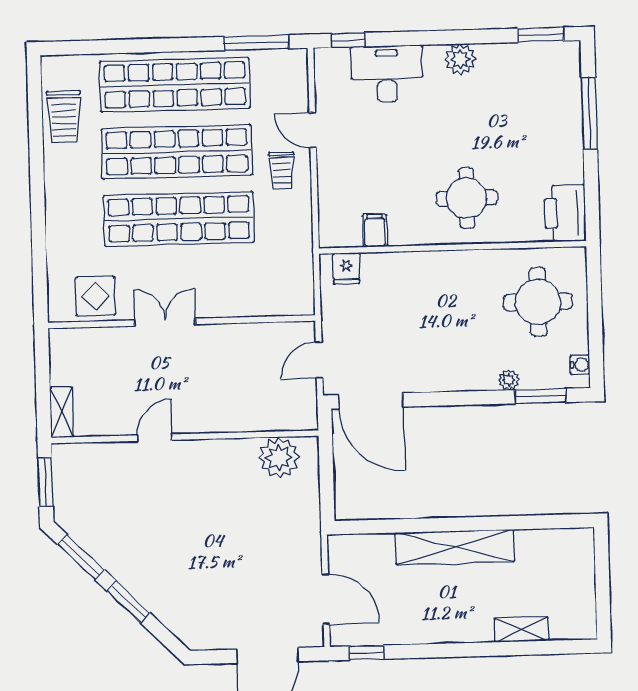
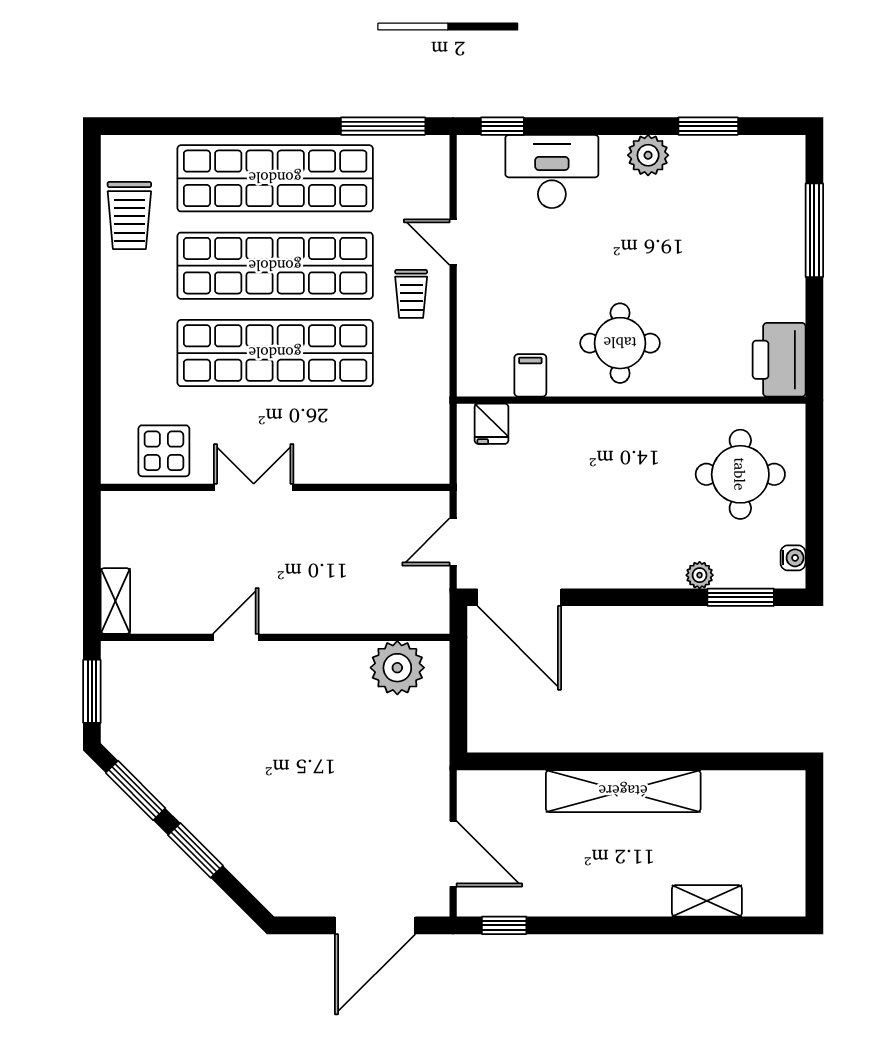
window: (541, 35) -> (708, 126), moved
round table: (467, 198) -> (620, 343), moved

